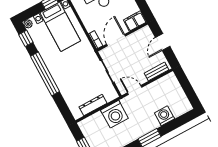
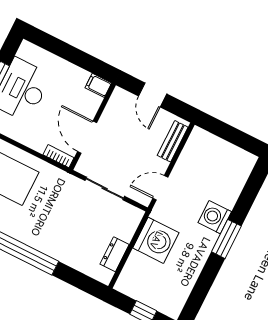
filing cabinet: (135, 21) -> (98, 85), width x0.50
dresser: (93, 105) -> (115, 254), width x0.70
washing machine: (164, 116) -> (215, 217), moved

